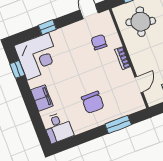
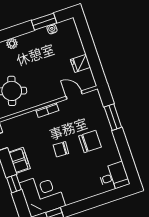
chair: (99, 42) -> (61, 149), moved
filing cabinet: (42, 98) -> (20, 160), moved, turned 90

